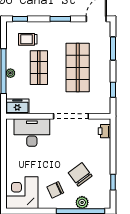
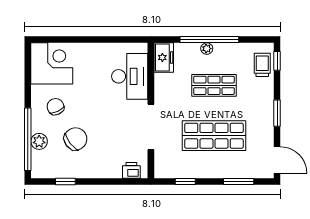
trolley: (28, 39) -> (262, 65), moved

